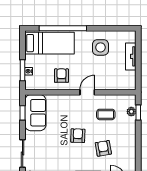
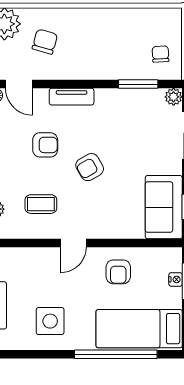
armchair: (78, 136) -> (90, 167), turned 58
armchair: (103, 148) -> (45, 145), turned -80

